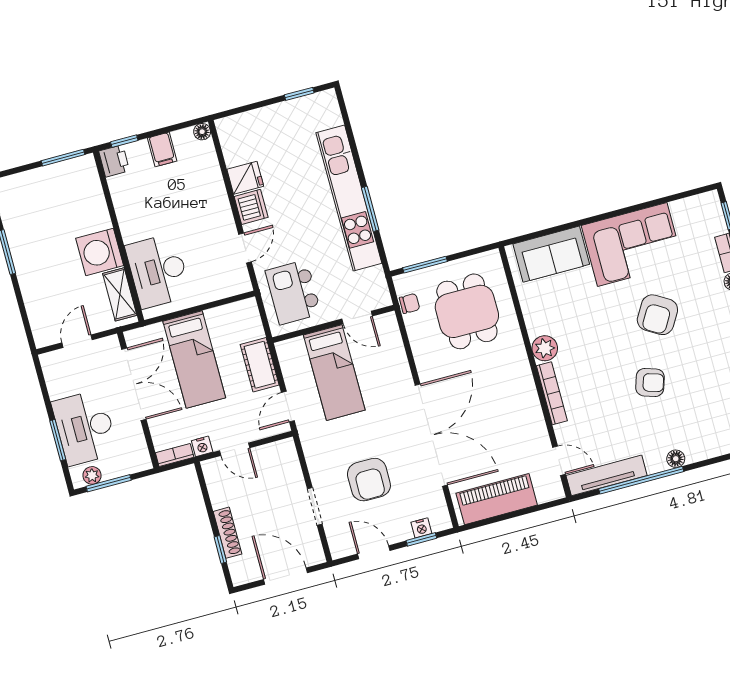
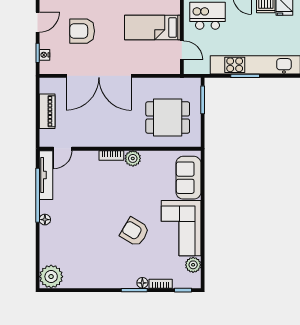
plant: (684, 211) -> (193, 265), added
chair: (409, 303) -> (182, 84), removed
door: (357, 318) -> (182, 50), swing flipped
armchair: (650, 382) -> (95, 216), removed
bookcase: (552, 393) -> (111, 155), width x0.64
piano: (497, 499) -> (47, 111), width x0.73, depth x0.75

